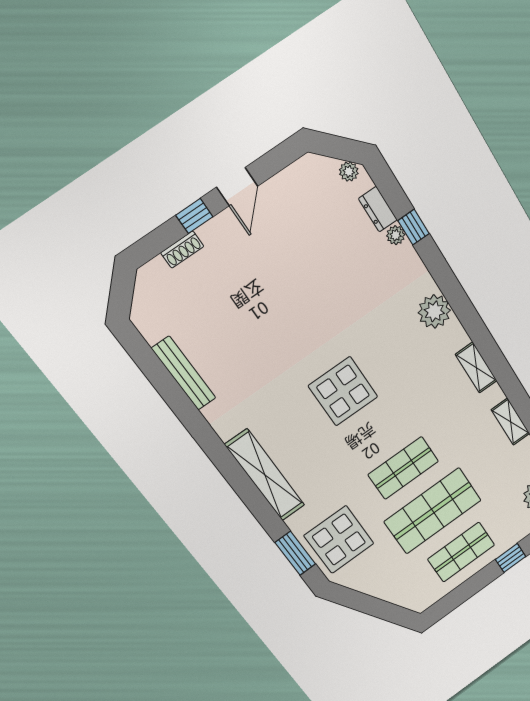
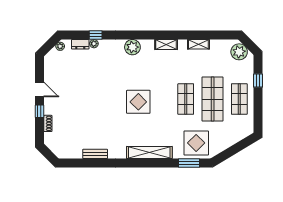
bench: (184, 373) -> (95, 154), width x0.73

